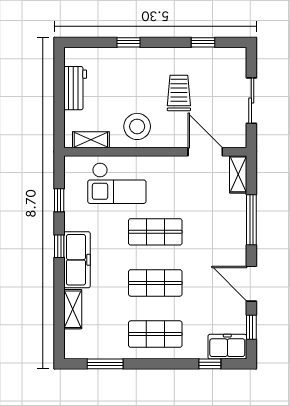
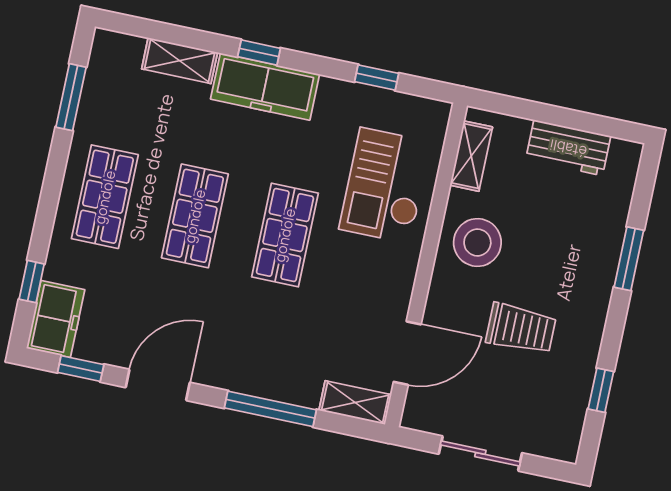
window: (128, 42) -> (629, 259), width x1.50
window: (59, 246) -> (259, 53), moved

